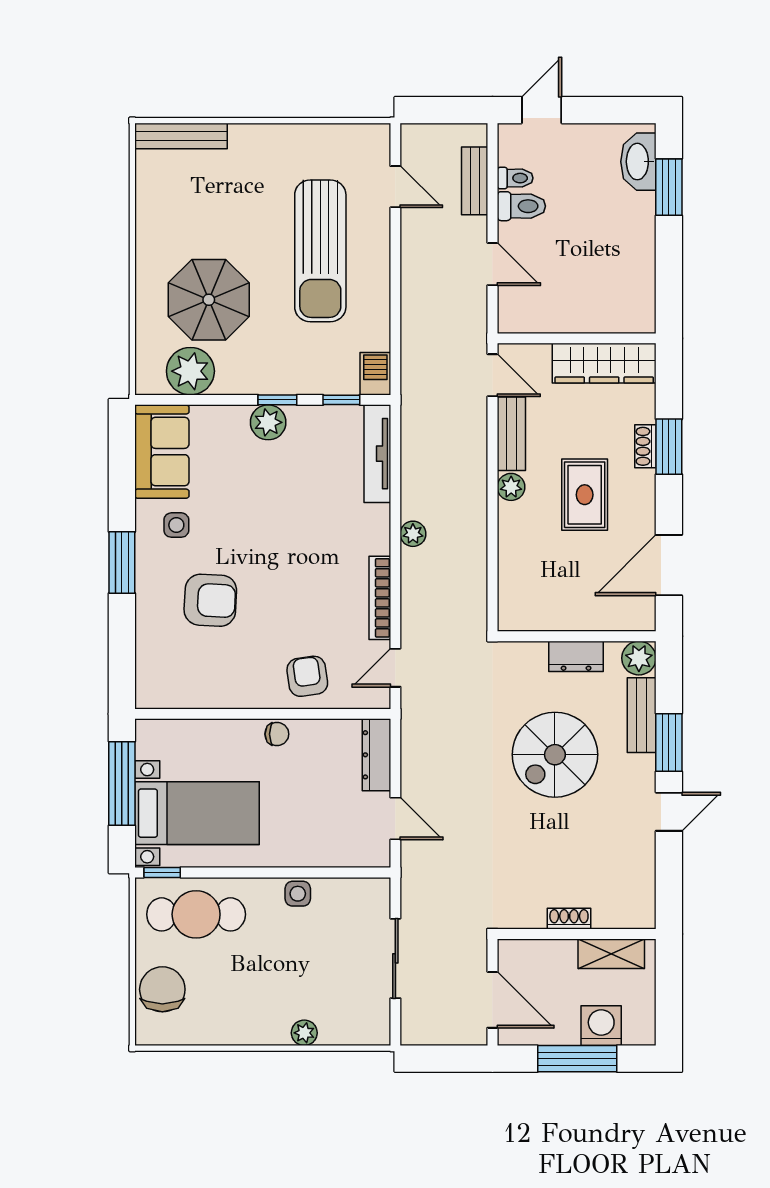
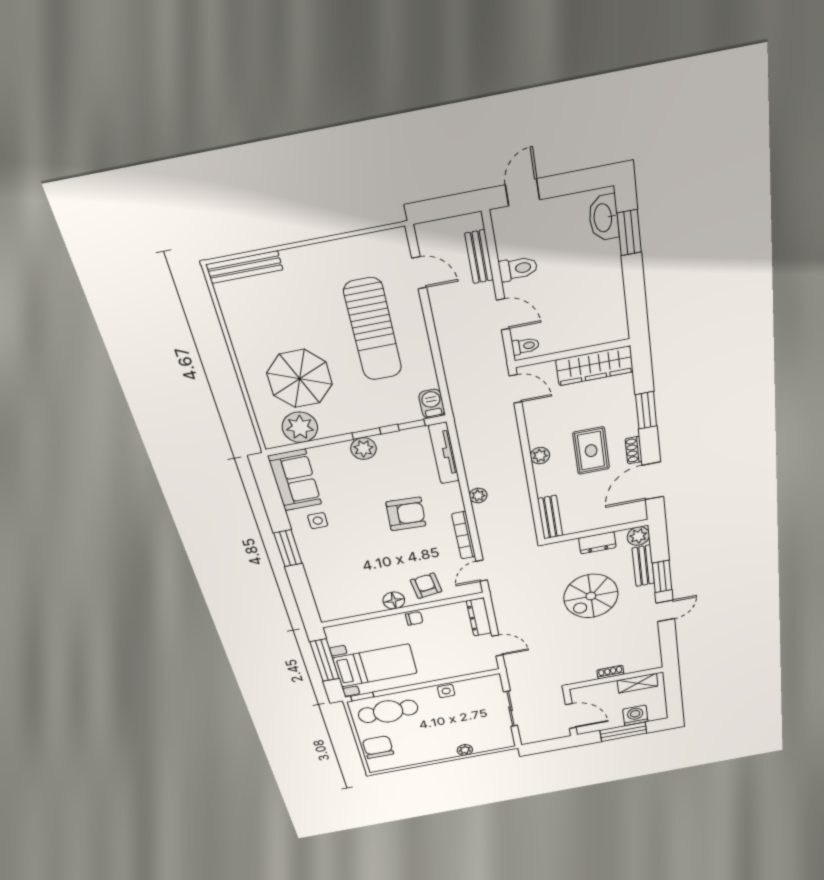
toilet: (515, 178) -> (525, 346), moved
bench: (511, 434) -> (550, 517), moved
shoe rack: (645, 446) -> (634, 450), moved
armchair: (210, 600) -> (406, 514), moved
floor lamp: (253, 693) -> (394, 600), added

